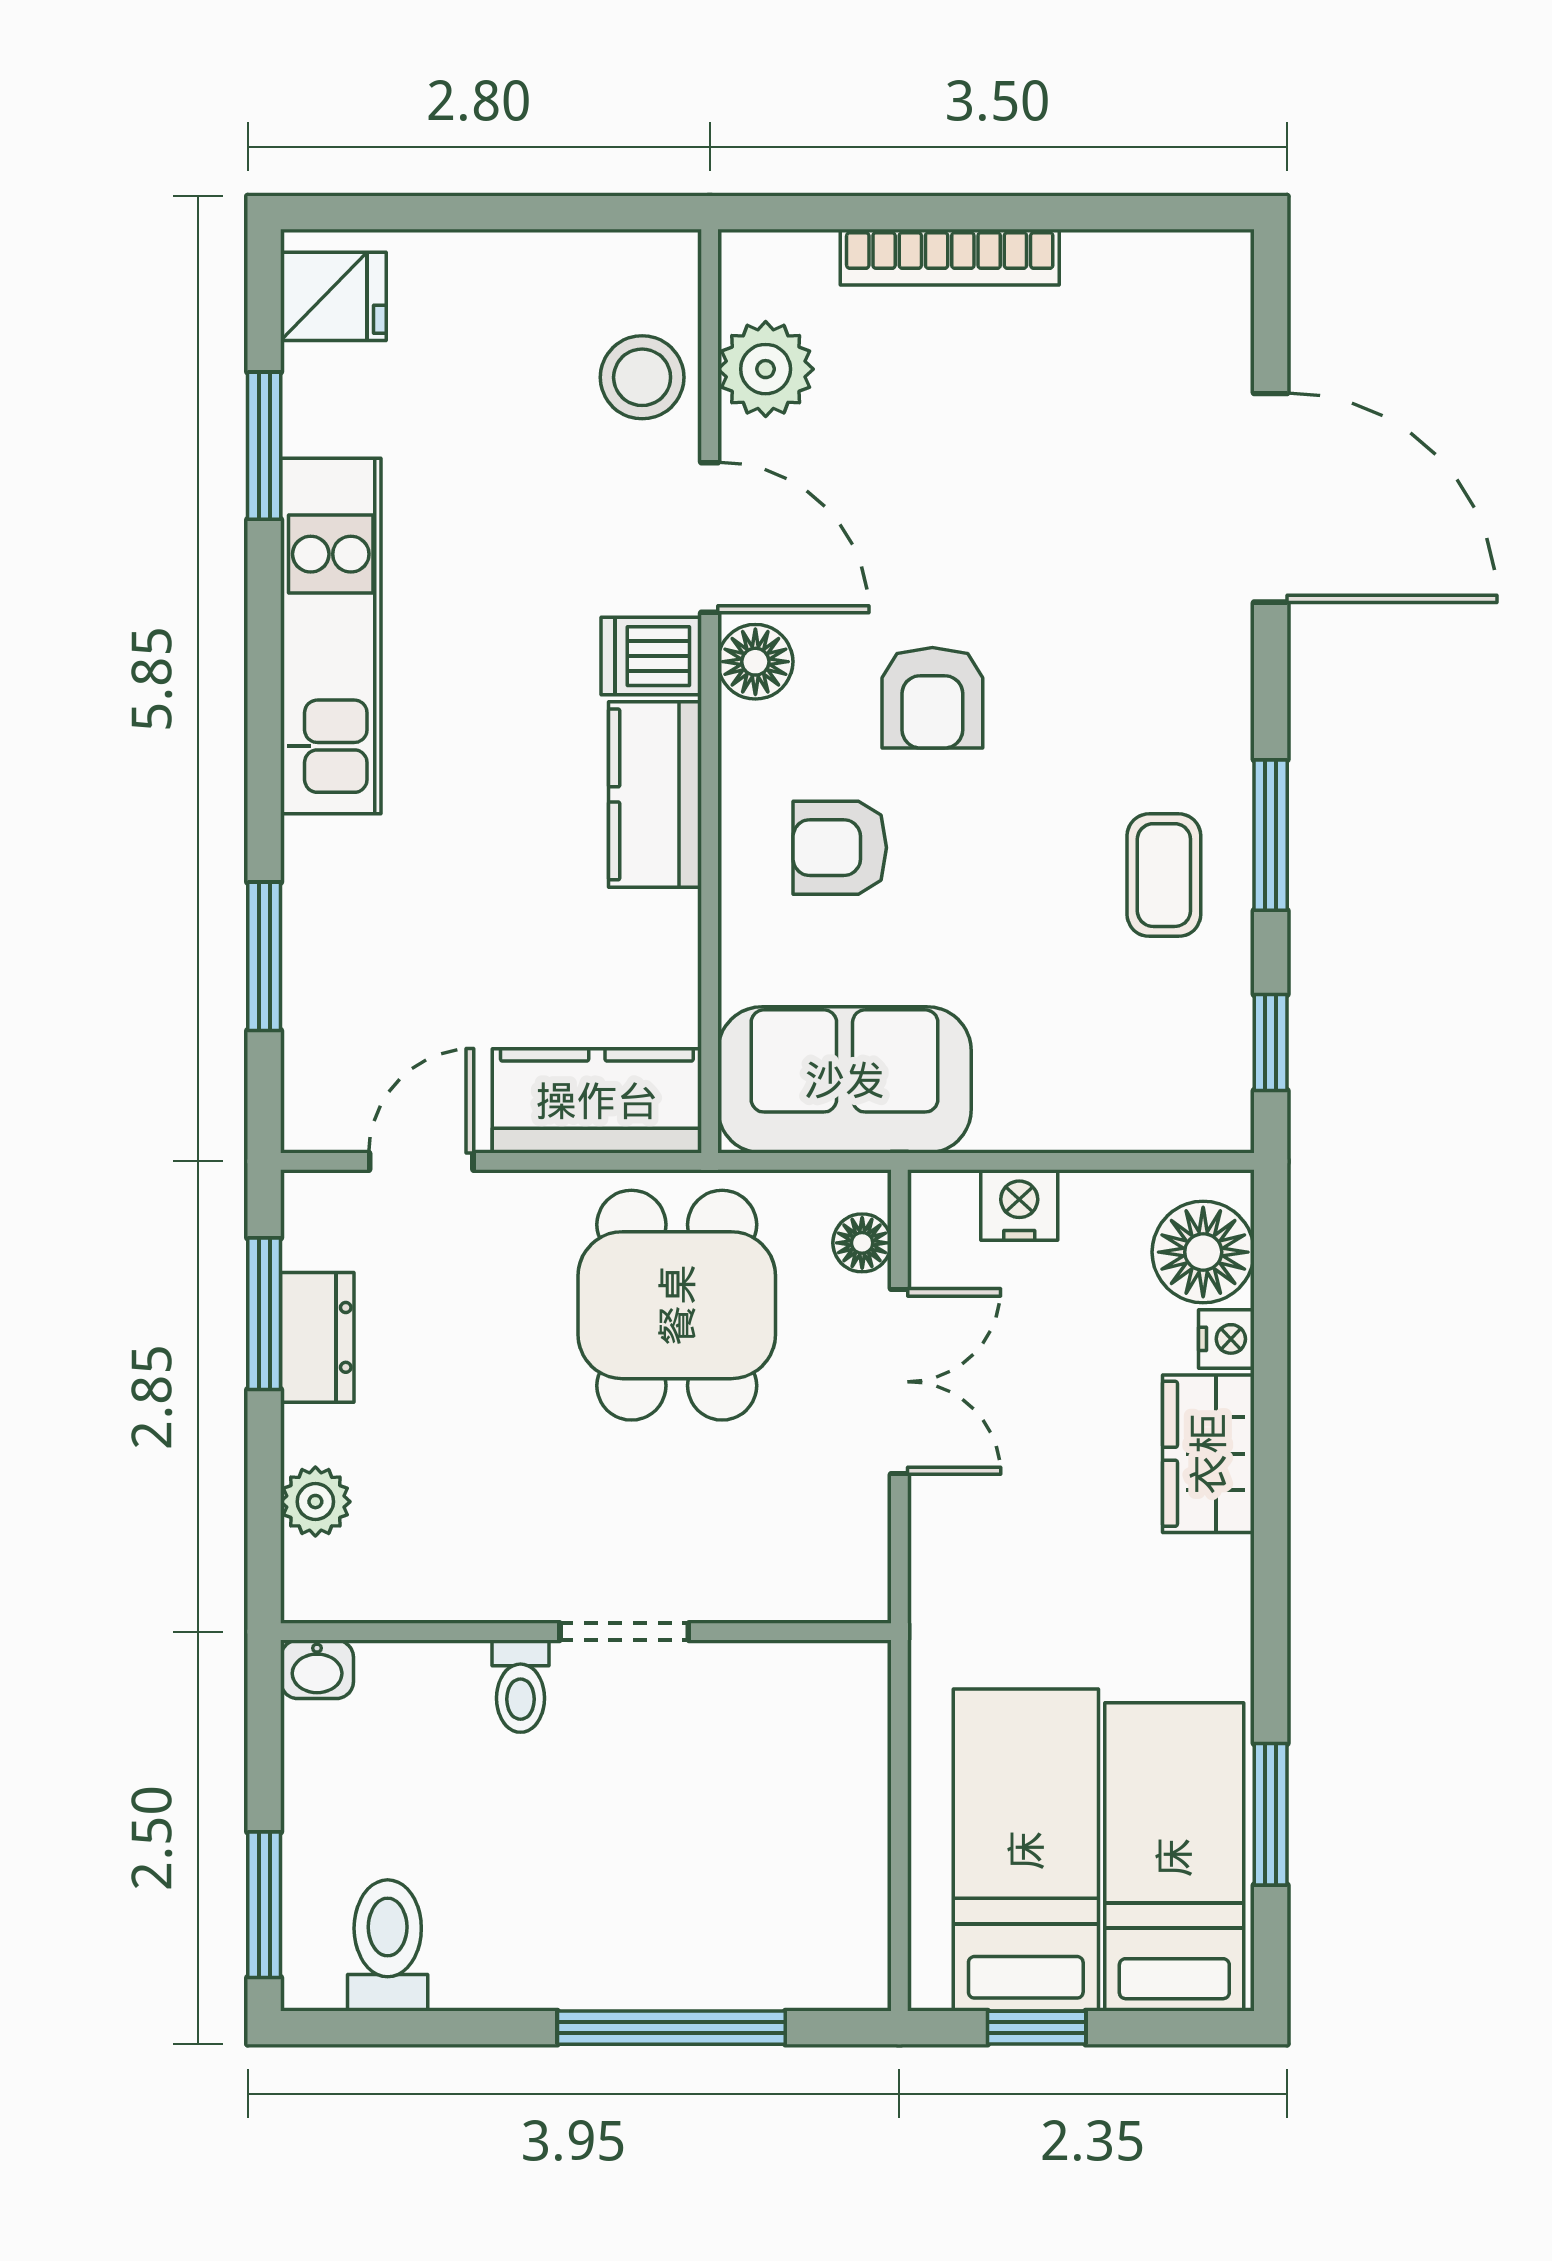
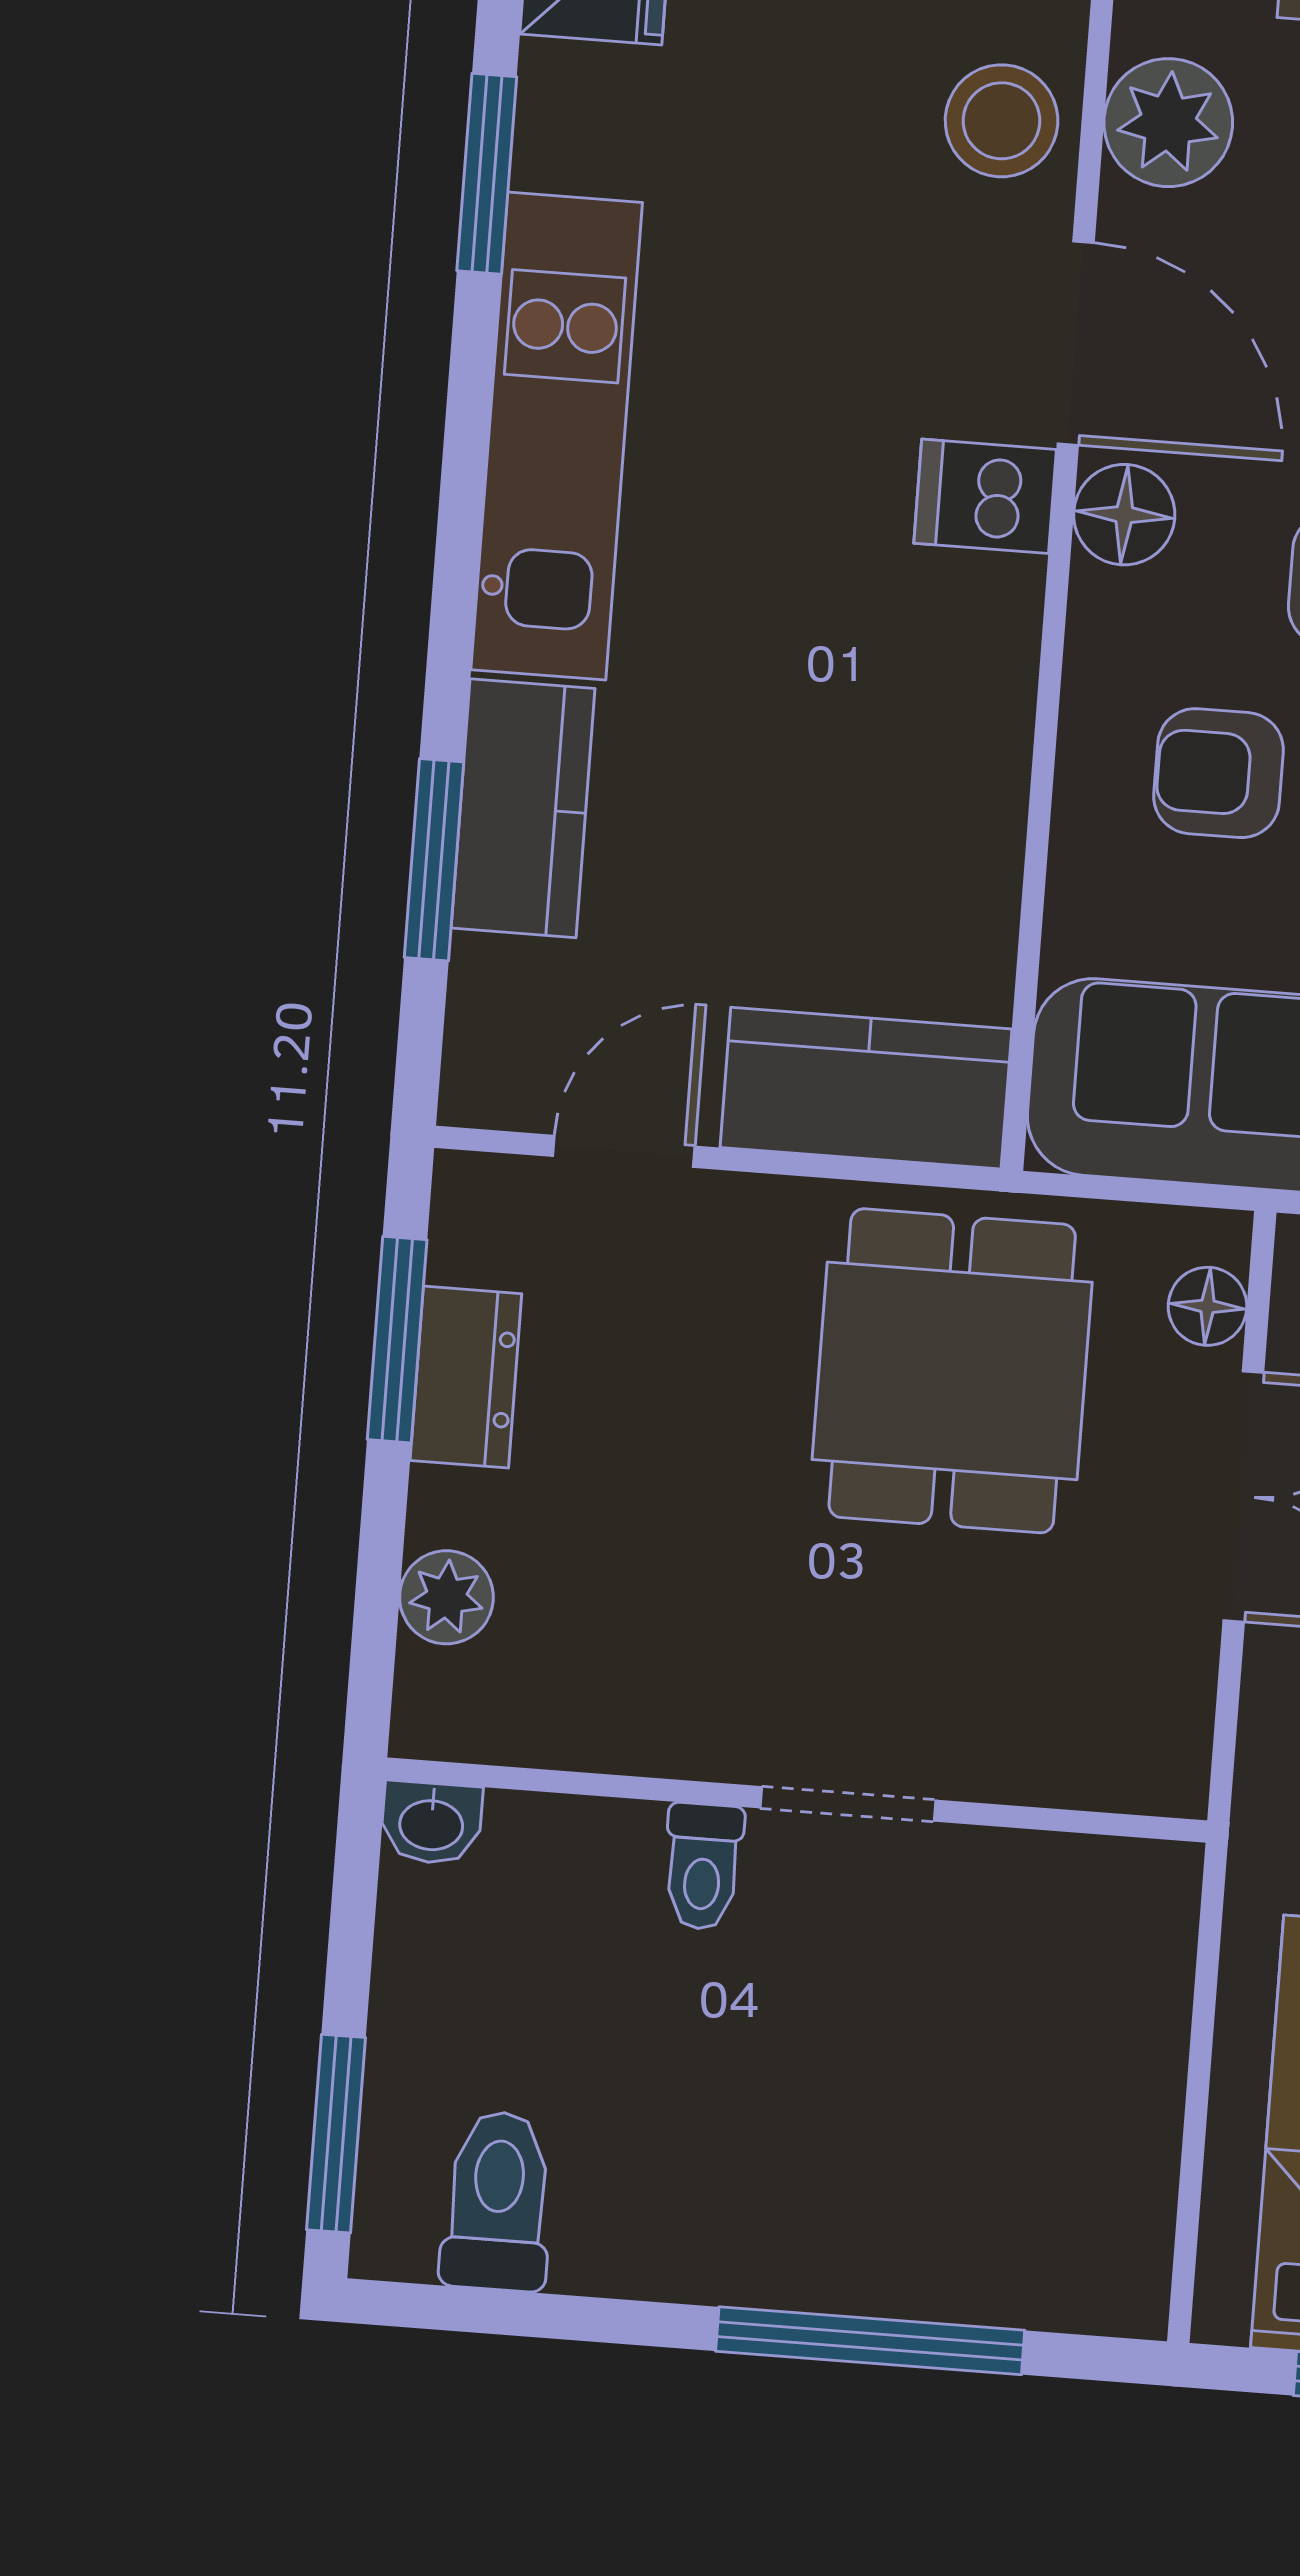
kitchen counter: (655, 794) -> (523, 808), moved, turned 180

